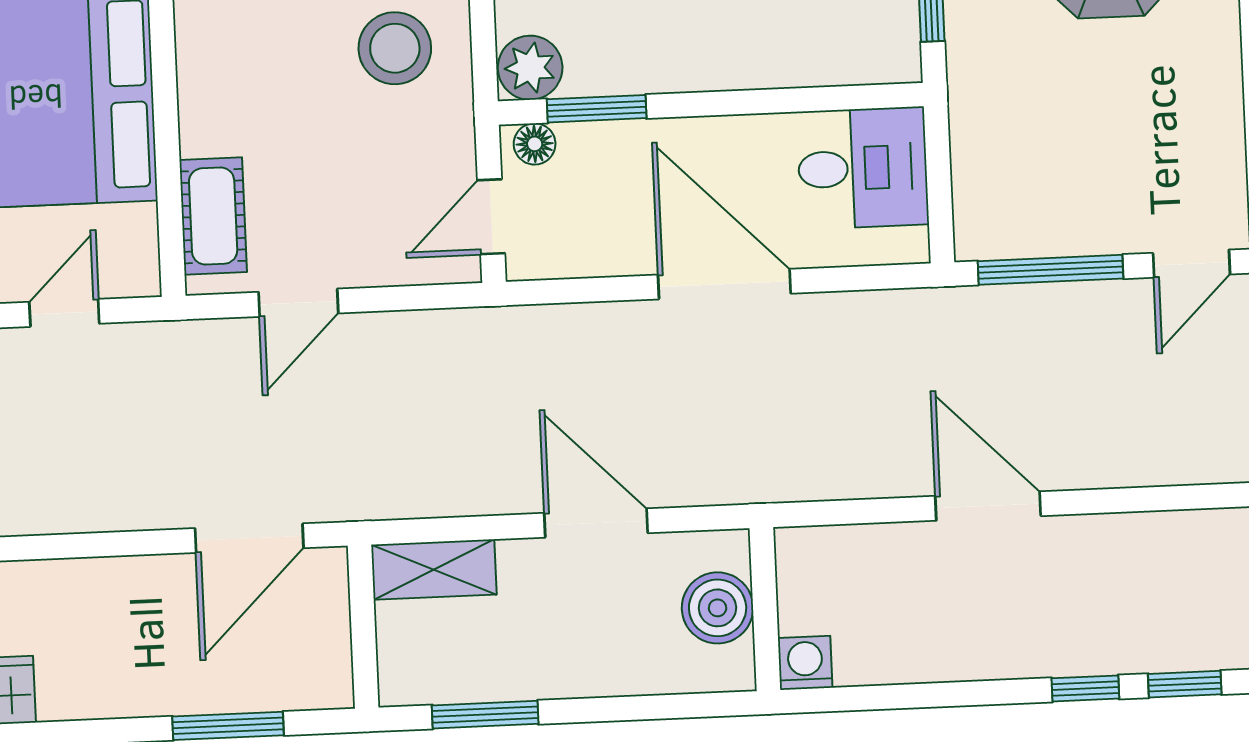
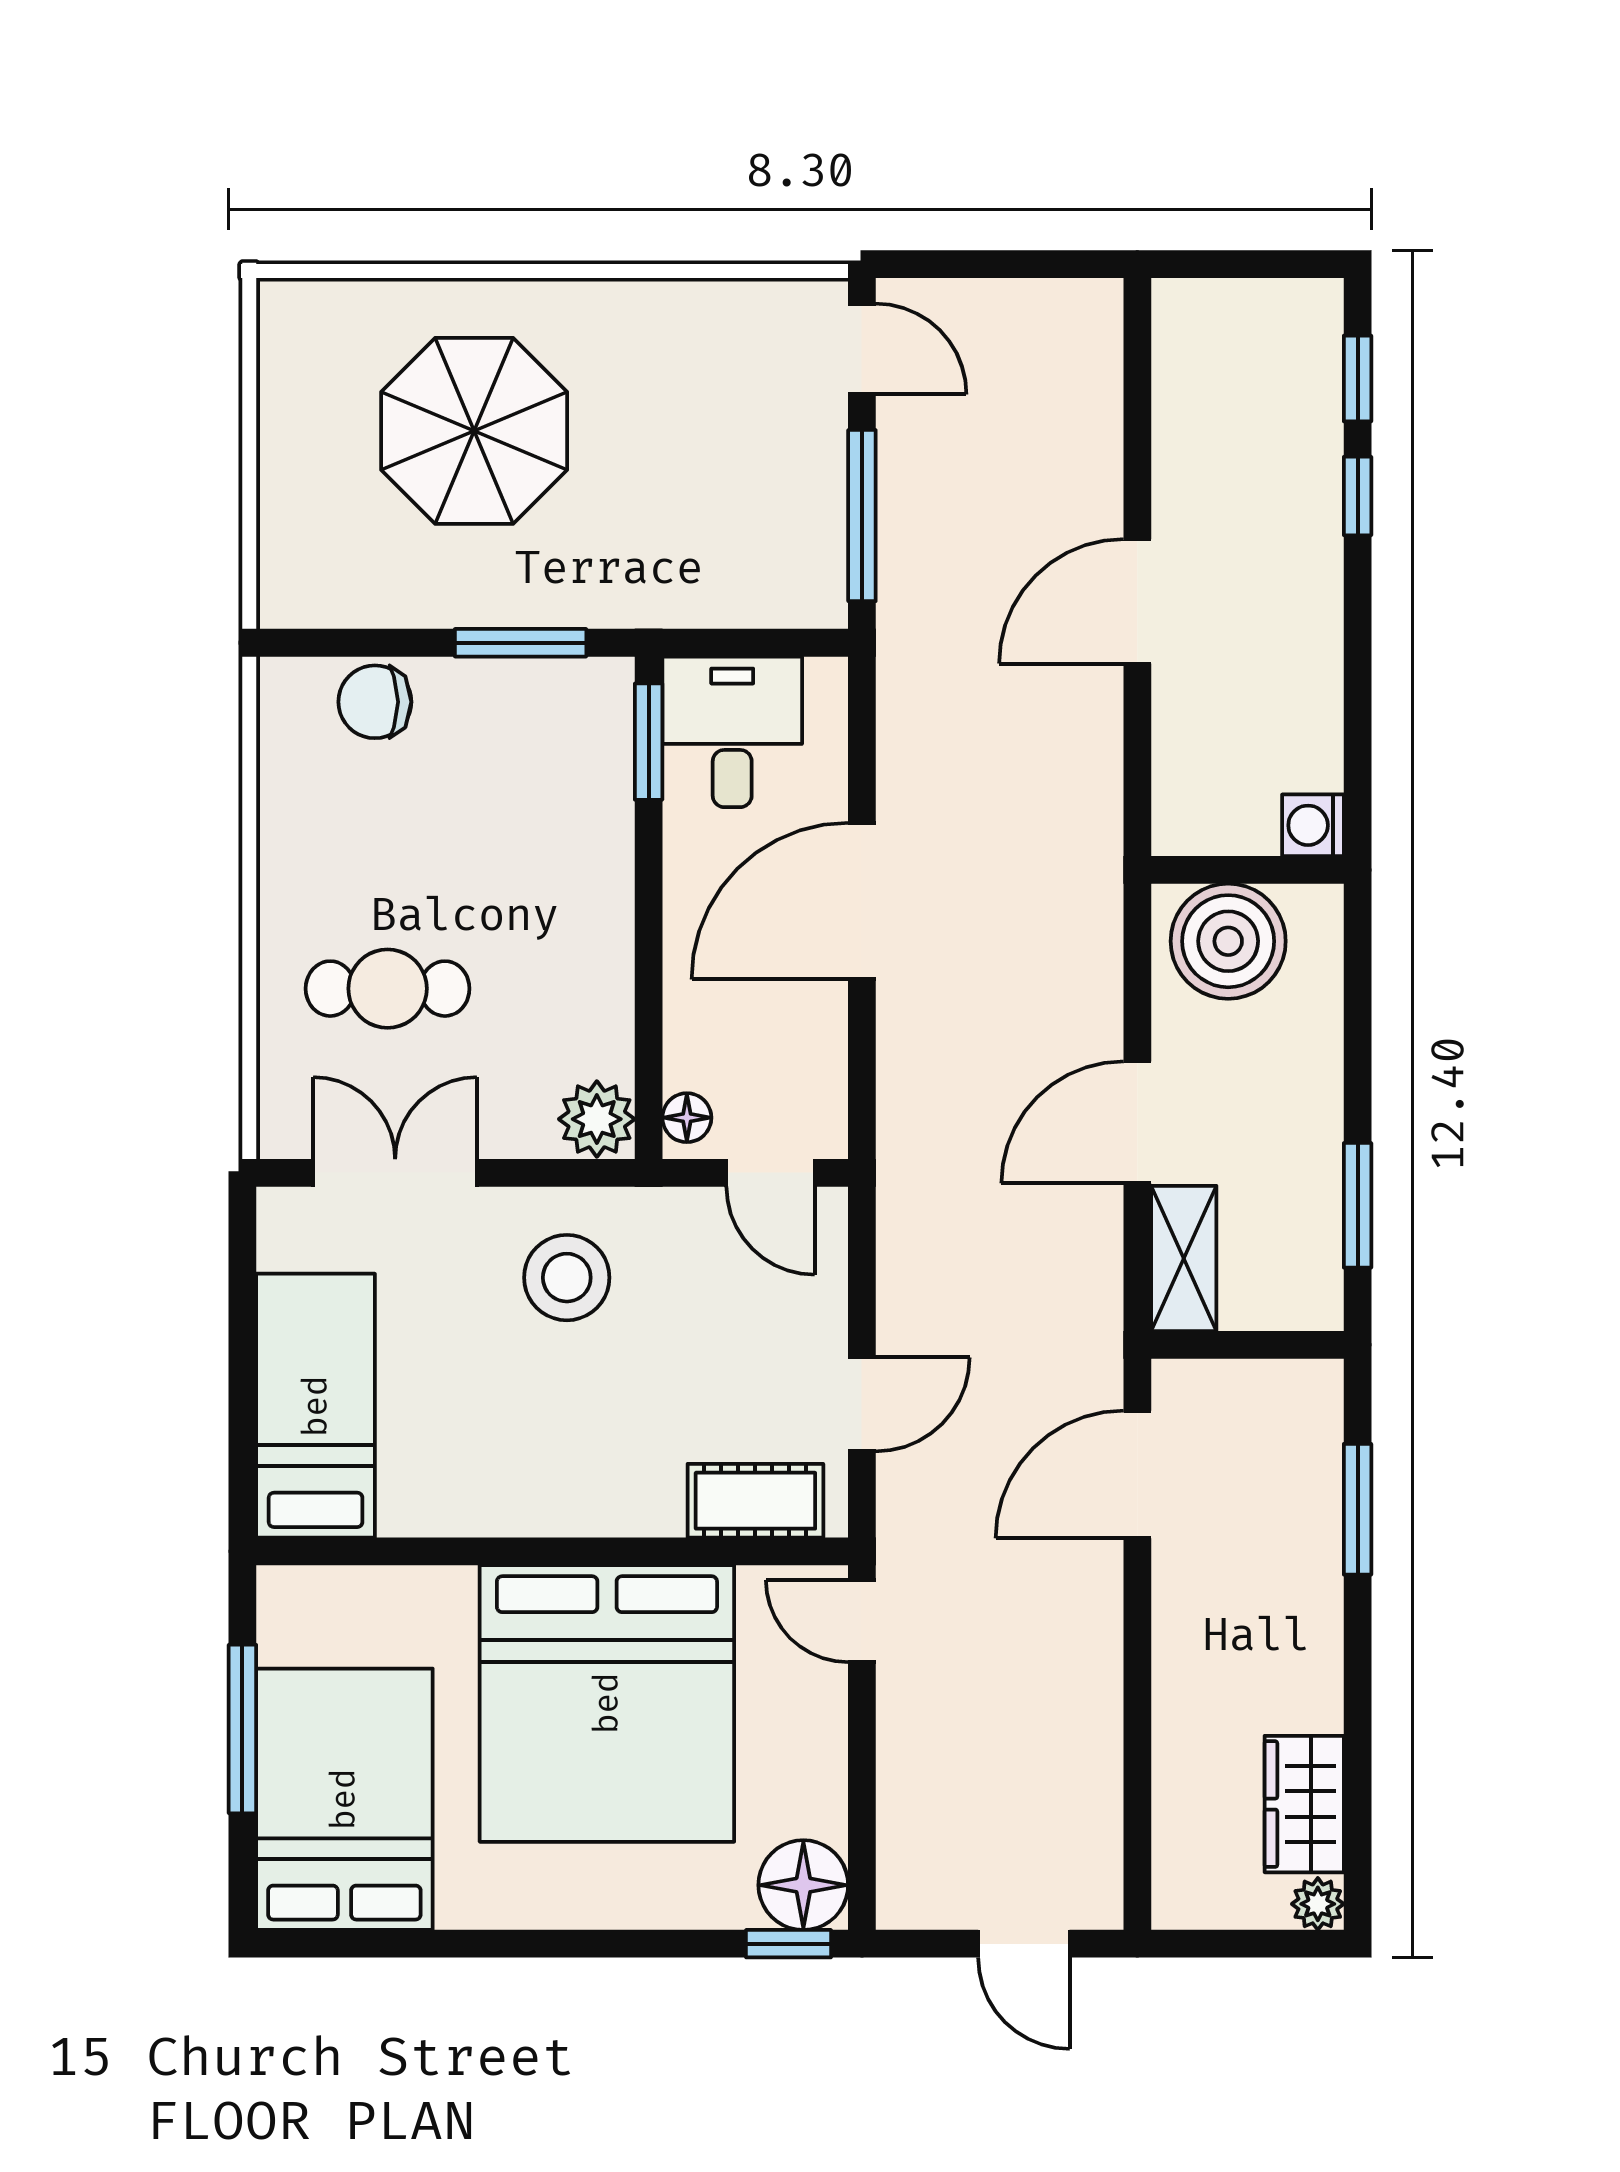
window: (597, 109) -> (649, 742), moved
door: (298, 303) -> (862, 1404), hinge flipped
door: (64, 313) -> (862, 1621), moved
door: (596, 523) -> (1137, 1122), moved
door: (249, 538) -> (1137, 1475), swing flipped
boiler: (718, 608) -> (1228, 941), width x1.37, depth x1.37

